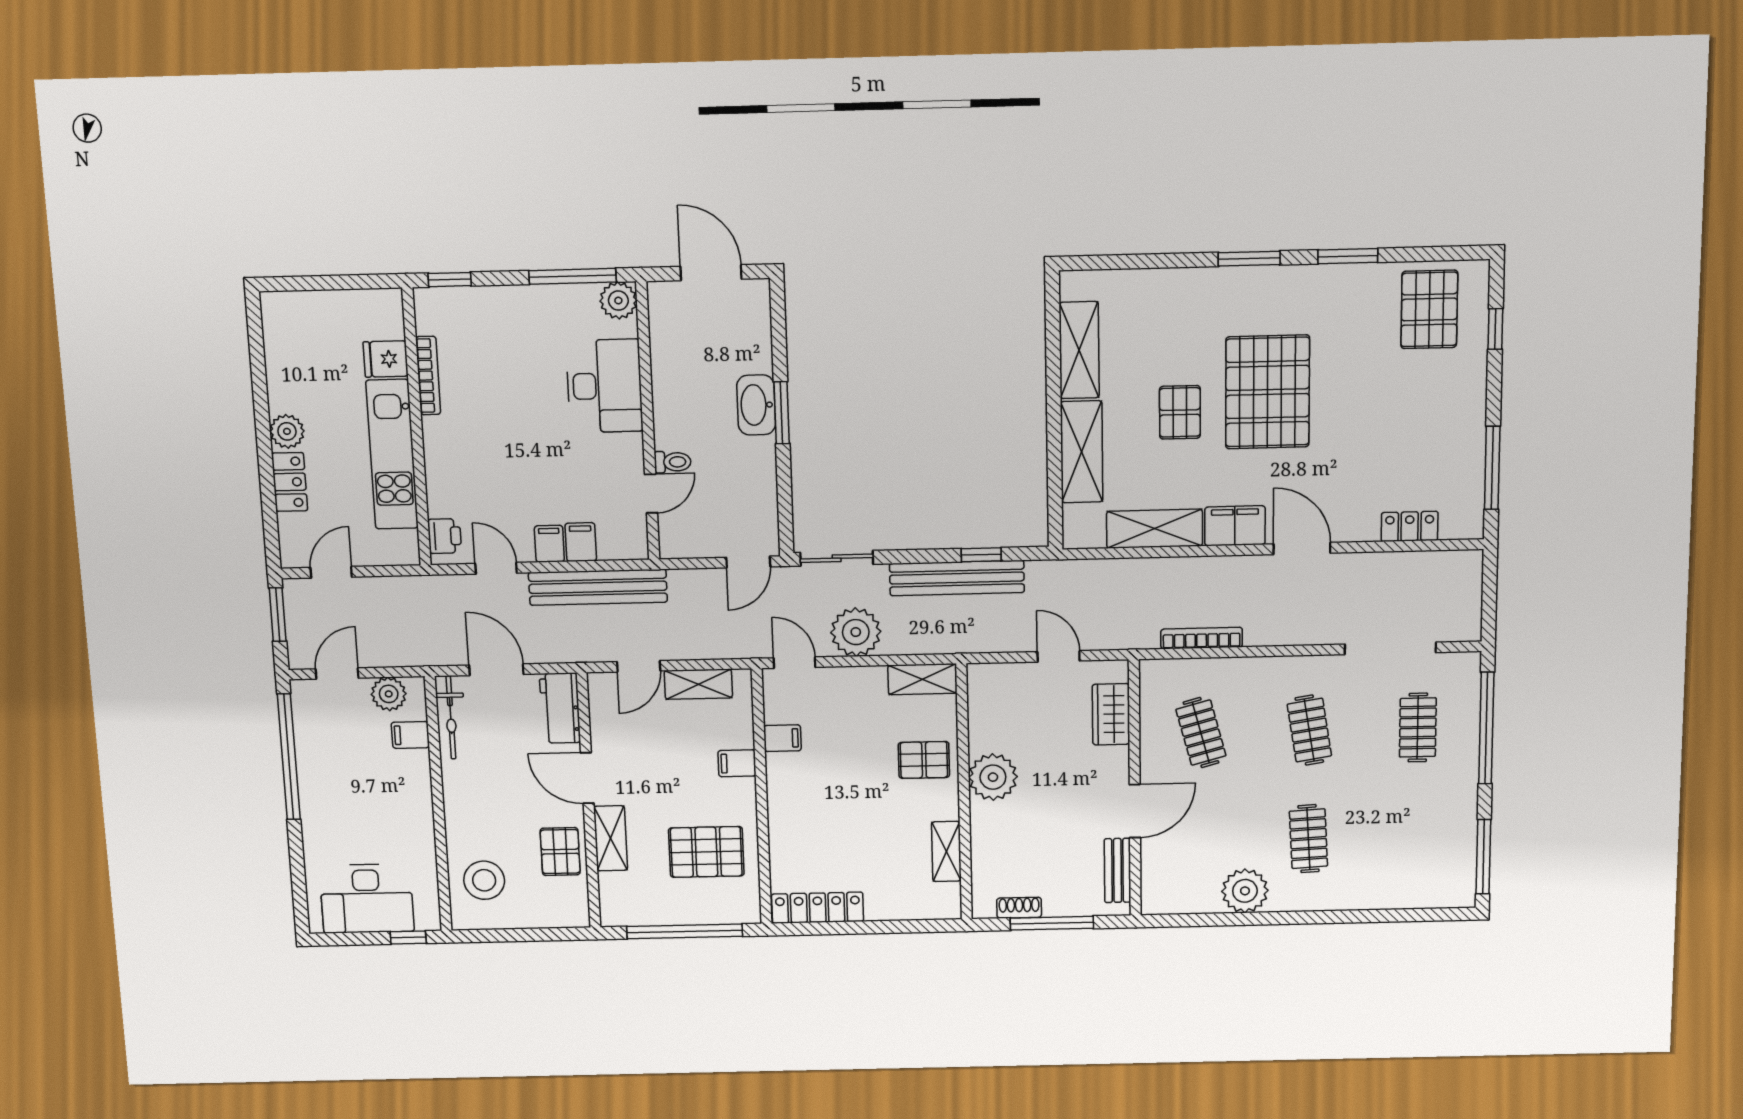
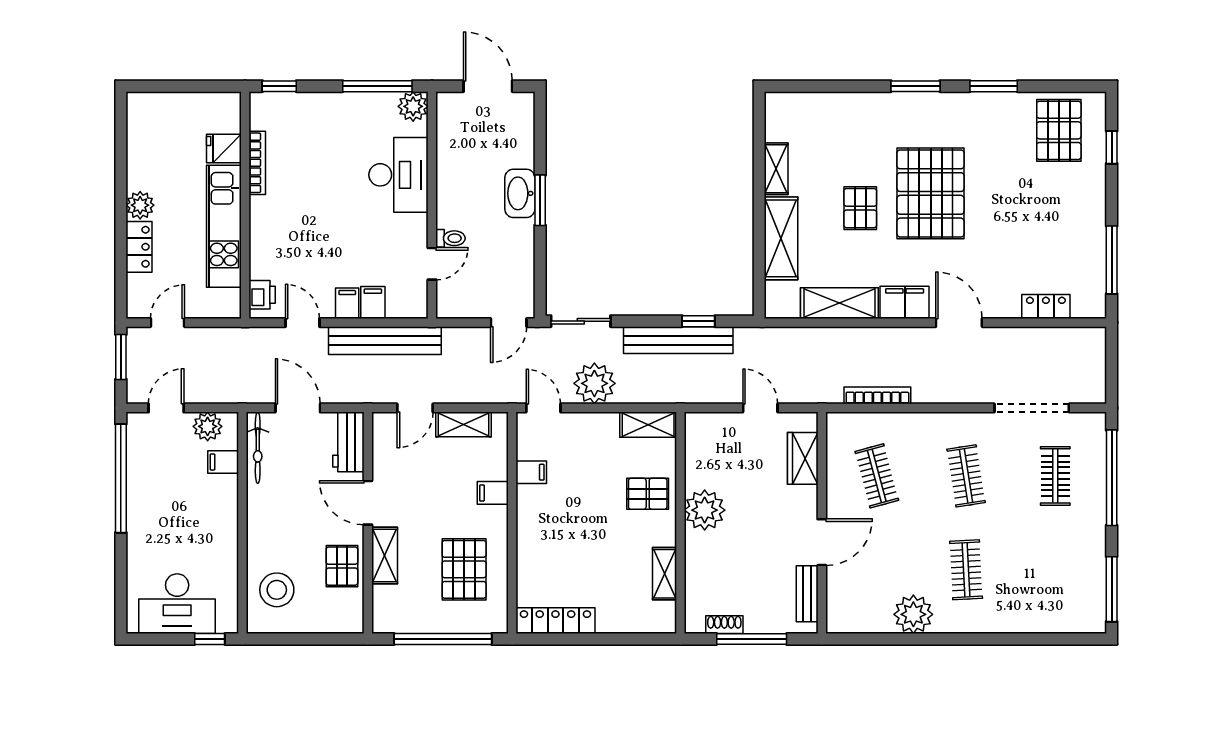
shelving: (1079, 350) -> (776, 169), width x0.67, depth x0.75
pallet: (706, 852) -> (464, 569), turned 90

